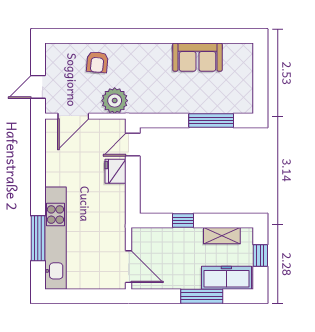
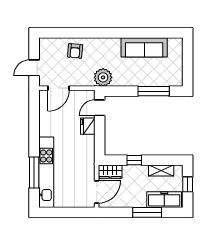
sofa: (197, 57) -> (144, 47), width x1.36
plant: (115, 101) -> (103, 77), moved
wardrobe: (148, 237) -> (110, 172), added
door: (128, 267) -> (97, 192), hinge flipped

